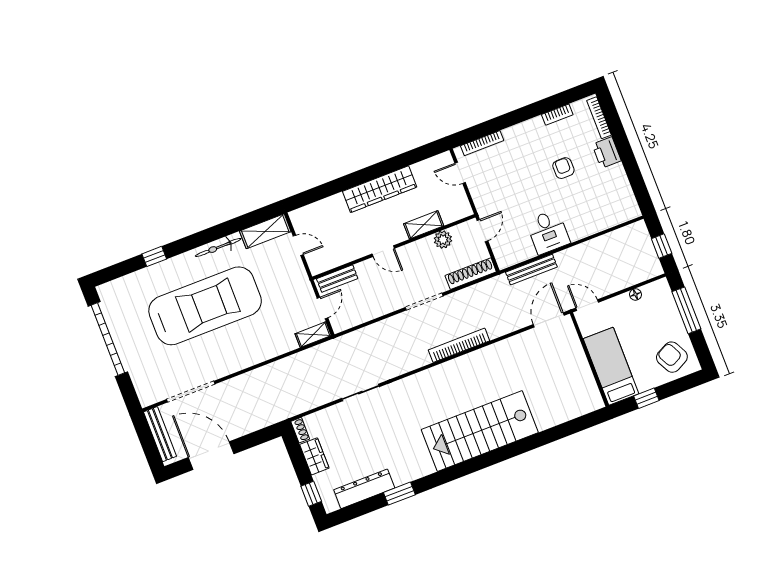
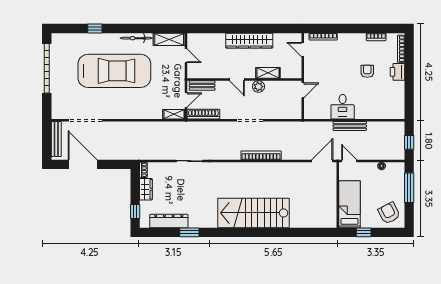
plant: (443, 240) -> (258, 87), moved
bench: (531, 270) -> (350, 126), moved
shoe rack: (471, 274) -> (203, 114), moved

